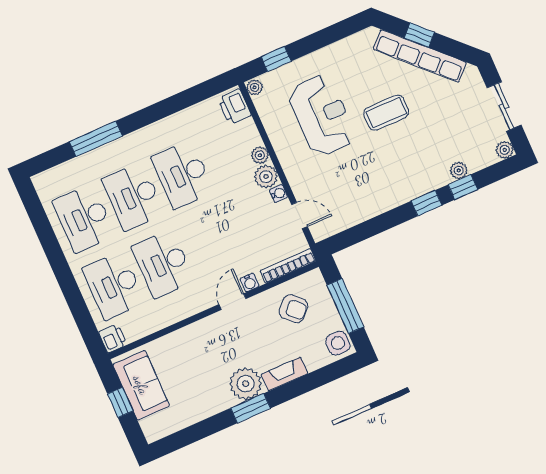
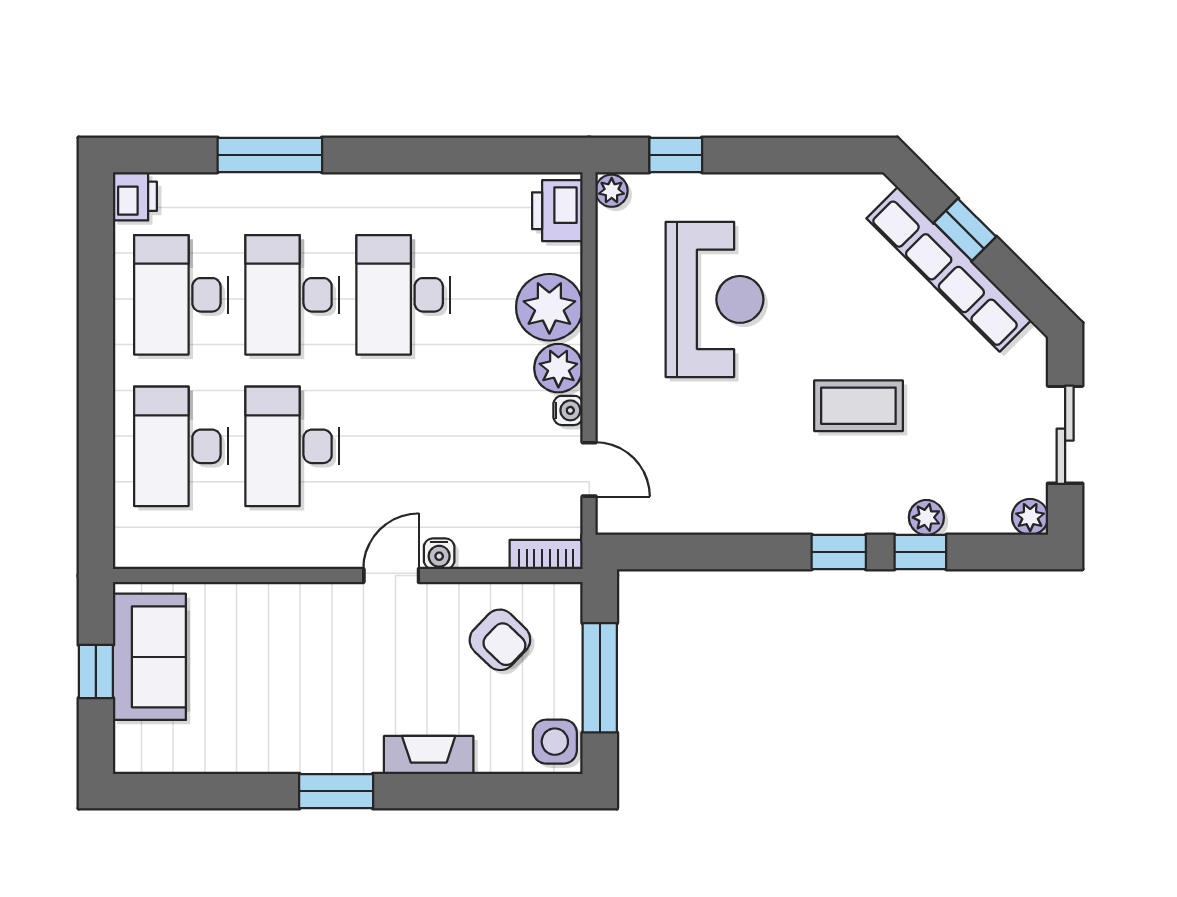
coffee table: (386, 113) -> (858, 406), moved
plant: (260, 155) -> (549, 307), width x1.87, depth x1.87
bookcase: (288, 266) -> (546, 555), width x0.64
printer: (113, 338) -> (135, 196), moved
plant: (246, 384) -> (347, 741), removed

